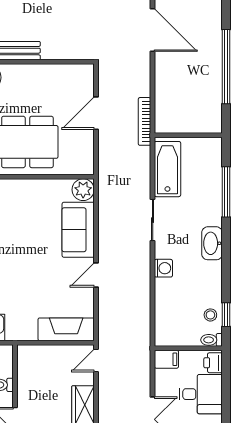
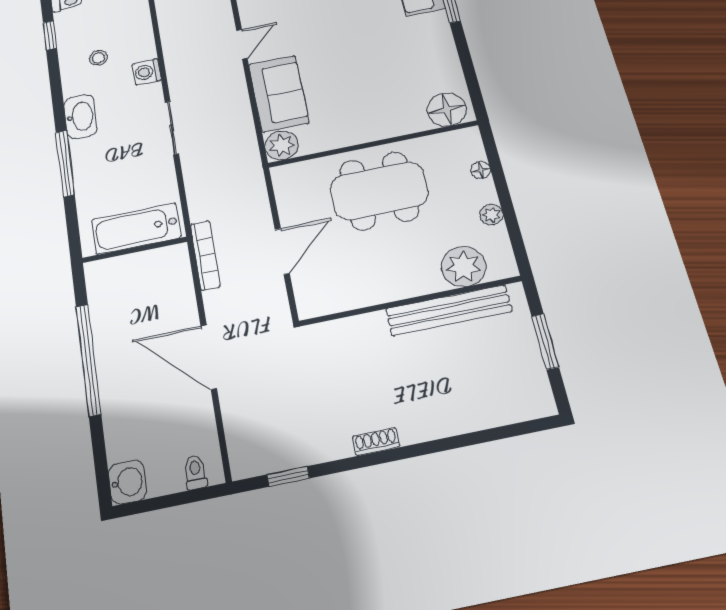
door: (153, 30) -> (209, 357), moved
bathtub: (167, 169) -> (136, 229), moved, turned 90
window: (226, 192) -> (65, 163), moved
stool: (210, 315) -> (98, 58), moved

